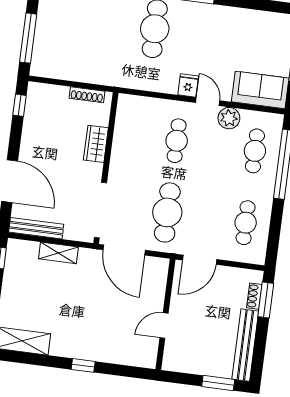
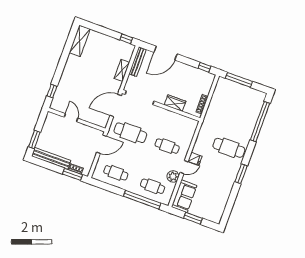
door: (200, 260) -> (102, 144), swing flipped
window: (83, 365) -> (52, 91), moved

